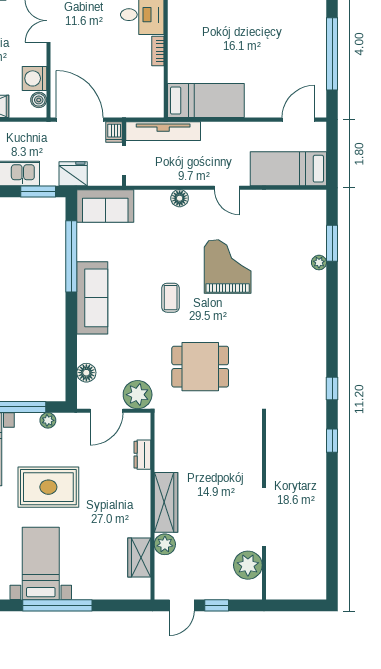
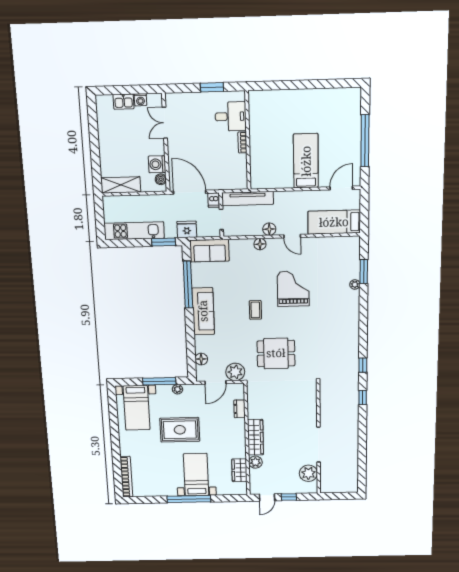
bed: (206, 101) -> (306, 161), moved, turned -90
floor lamp: (194, 176) -> (269, 229), added
bed with nightstands: (41, 563) -> (196, 475), moved

